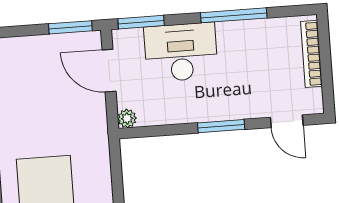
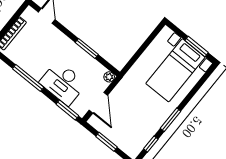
window: (70, 27) -> (107, 142), moved
window: (221, 126) -> (87, 48), moved

